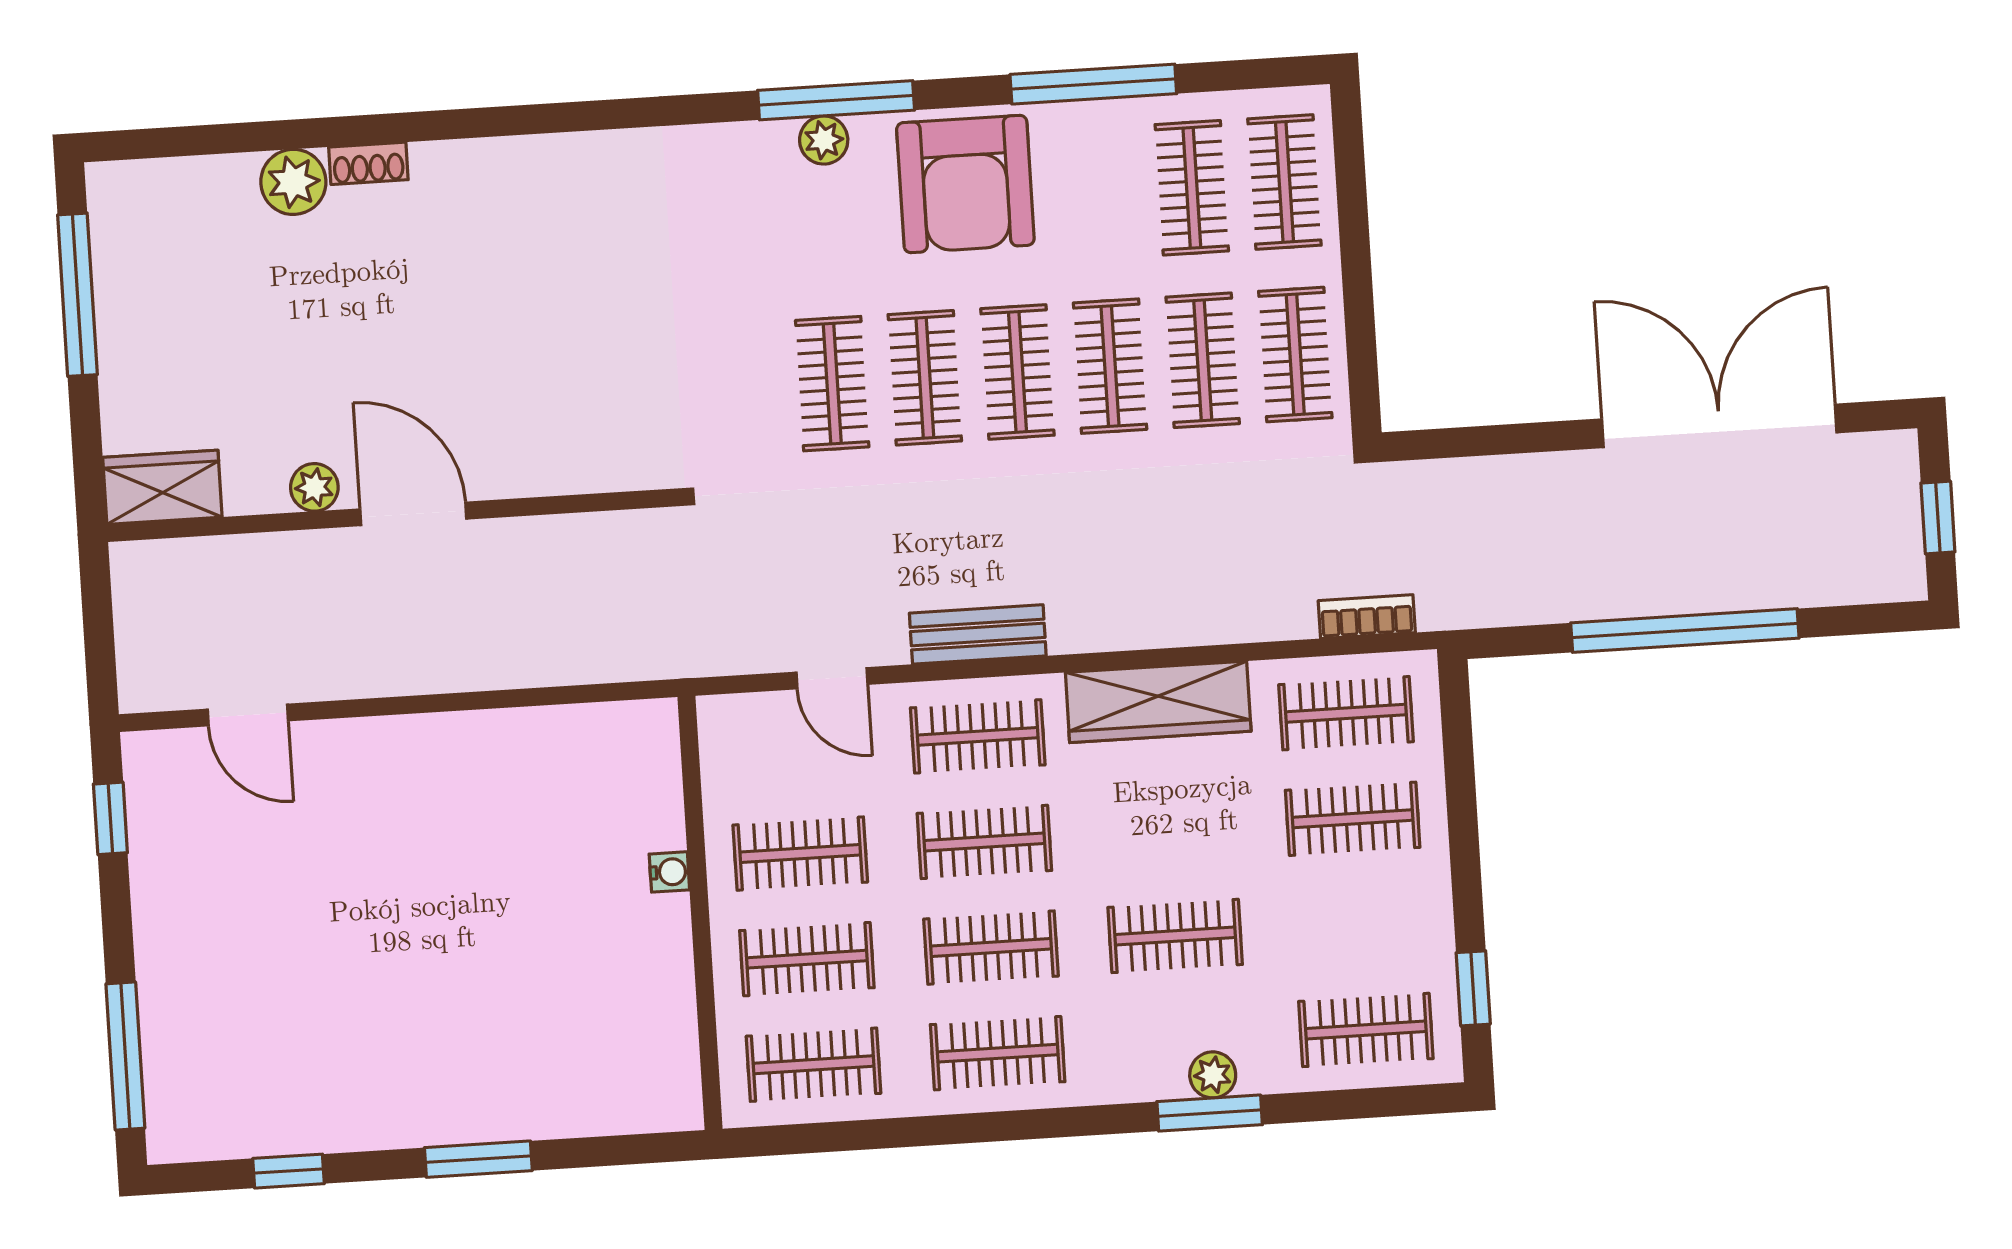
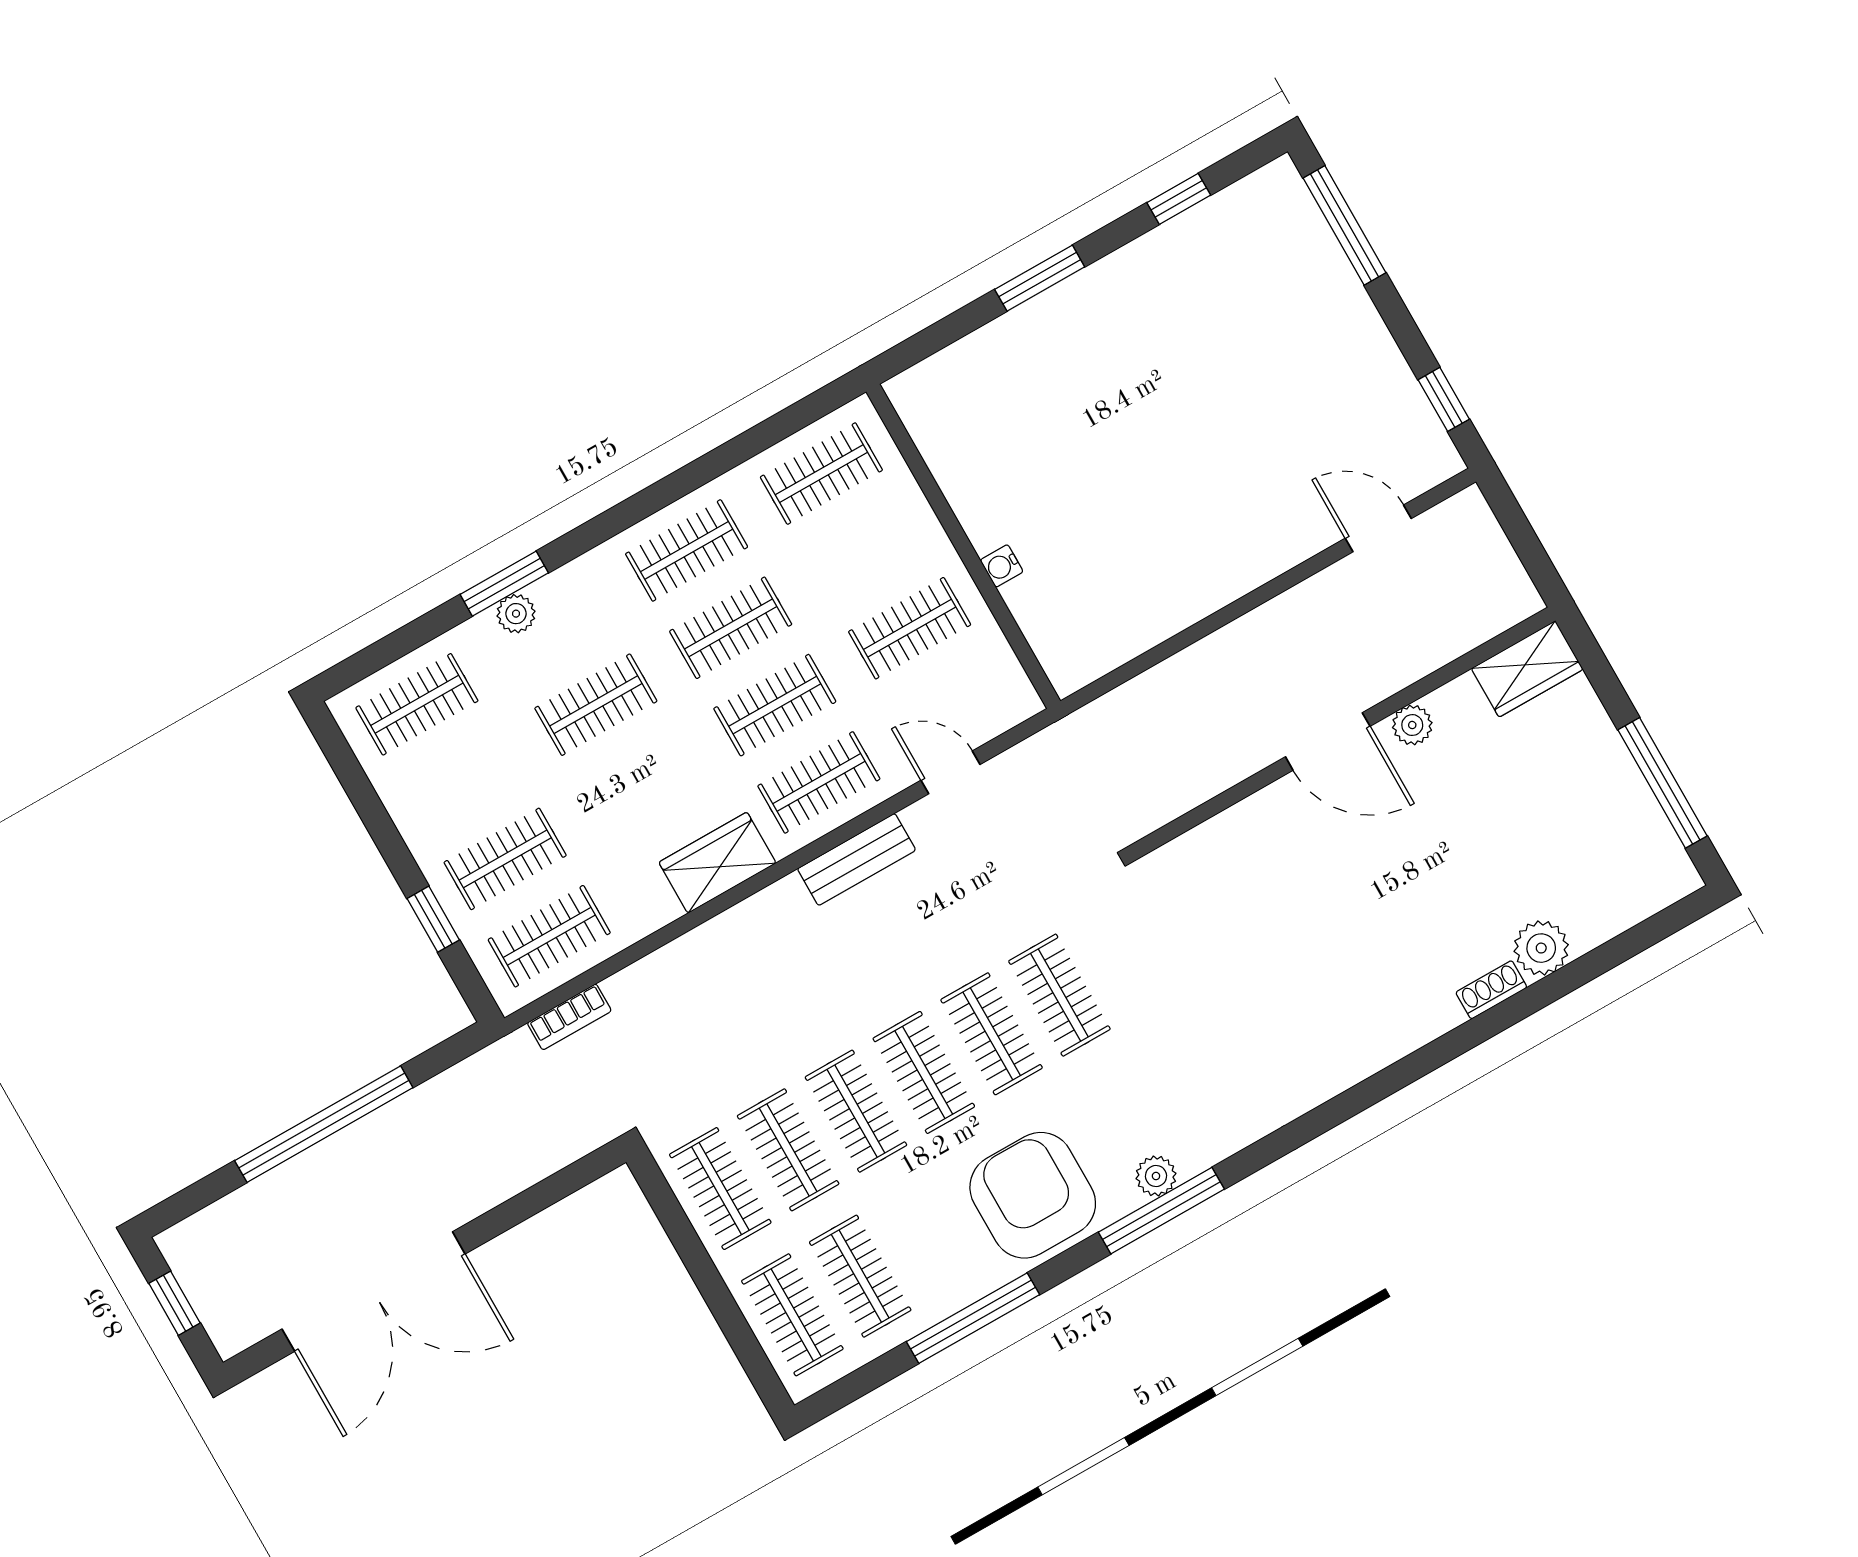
wardrobe: (1158, 702) -> (717, 863), width x0.67
clothes rail: (807, 959) -> (866, 551), removed
window: (1473, 988) -> (433, 919), moved

